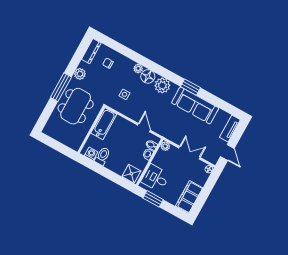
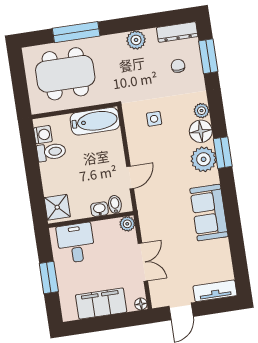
window: (114, 45) -> (208, 56), added
window: (61, 87) -> (76, 32), moved
window: (190, 87) -> (223, 153), moved
sofa: (195, 105) -> (209, 213), width x0.73
dining table: (76, 106) -> (65, 74), moved
filing cabinet: (189, 197) -> (101, 304), moved
window: (153, 199) -> (49, 278), moved

